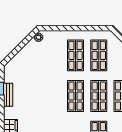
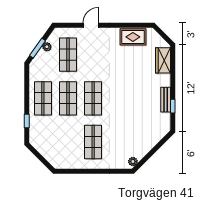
shop shelf: (99, 55) -> (68, 142), removed

